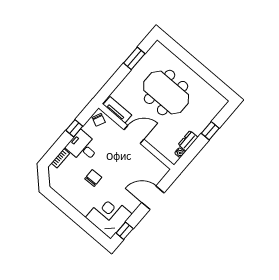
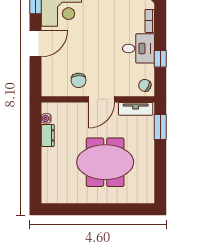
window: (134, 58) -> (160, 127), moved
window: (210, 131) -> (36, 162), removed
chair: (93, 178) -> (78, 80), moved
door: (153, 198) -> (36, 44), moved

